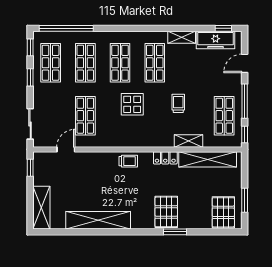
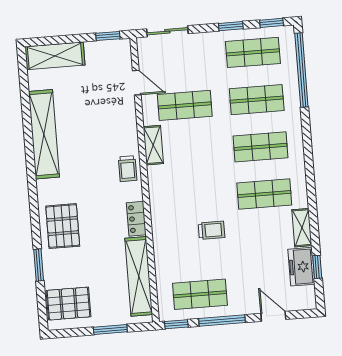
window: (223, 28) -> (317, 267), moved
freezer: (216, 40) -> (301, 267), width x0.71
display table: (132, 104) -> (205, 168), removed
shelving: (189, 141) -> (153, 145), moved
window: (245, 200) -> (110, 330), moved
pallet: (166, 212) -> (63, 226), turned 90
window: (175, 232) -> (39, 265), moved

